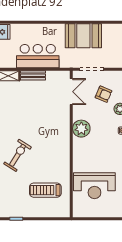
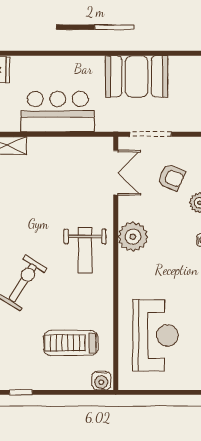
bench: (33, 75) -> (50, 145), removed
weight bench: (54, 136) -> (85, 250), added
reception desk: (94, 186) -> (156, 335), turned -90
water cooler: (63, 212) -> (101, 381), added

